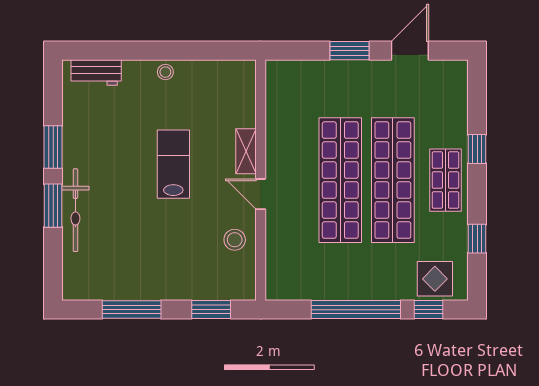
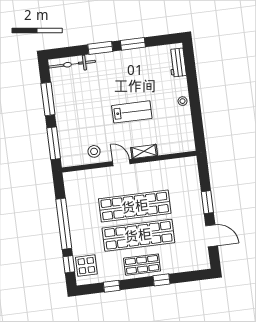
door: (261, 194) -> (121, 163), hinge flipped
bicycle: (75, 210) -> (72, 64), moved
window: (211, 310) -> (54, 143), width x1.44

